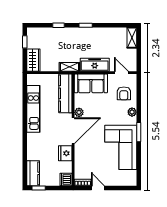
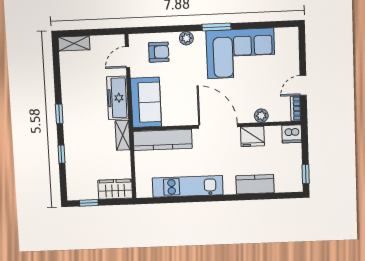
plant: (79, 112) -> (261, 116), moved
kitchen counter: (33, 173) -> (255, 184), moved

